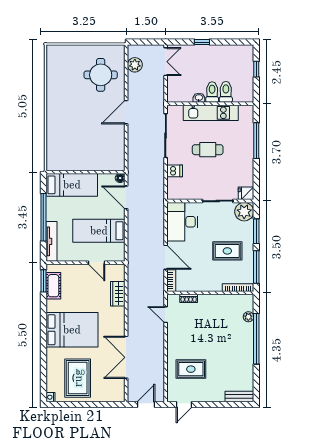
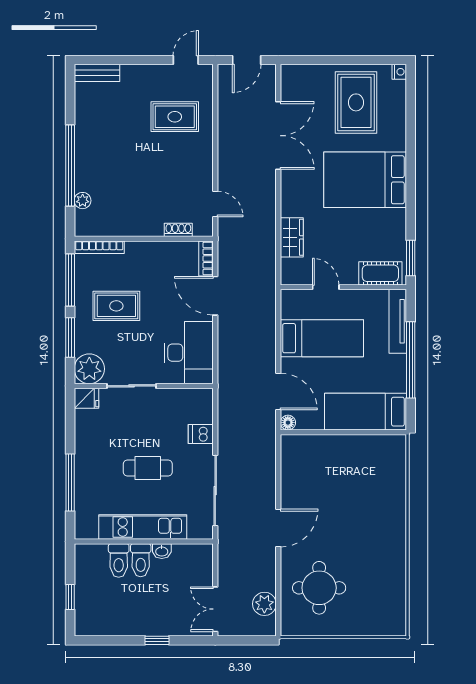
cot: (53, 286) -> (380, 273), moved, turned 90

